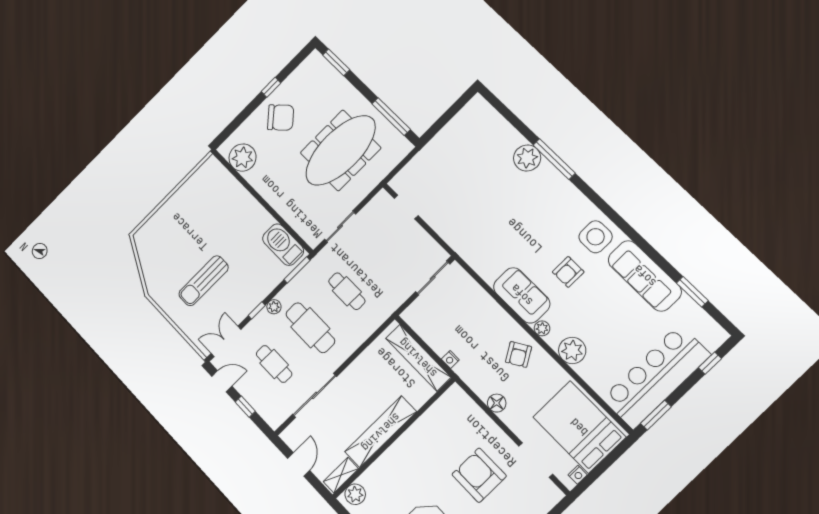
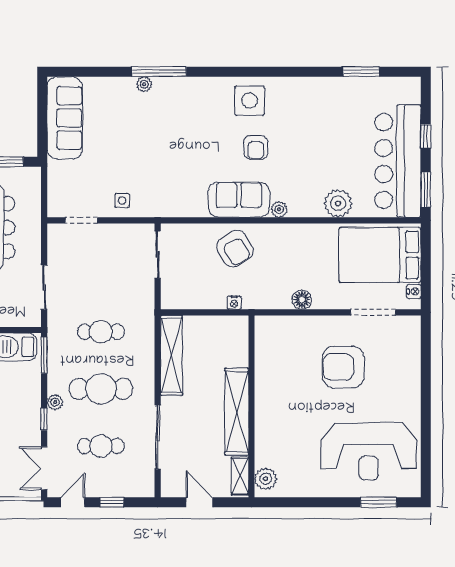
plant: (527, 158) -> (144, 84), width x0.53, depth x0.53
side table: (445, 220) -> (122, 201), added
sofa: (645, 276) -> (65, 118), moved, turned -90
plant: (572, 350) -> (338, 203), moved
armchair: (518, 354) -> (235, 249), moved, width x1.38, depth x1.38
shelving: (418, 358) -> (171, 355), moved, turned 90
window: (710, 363) -> (426, 136), moved

